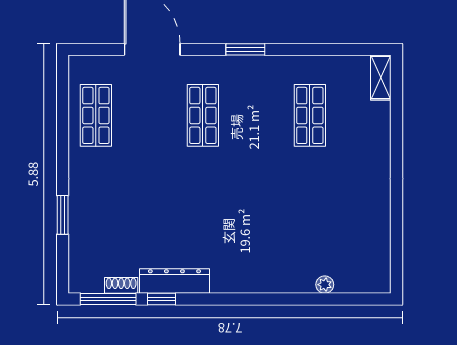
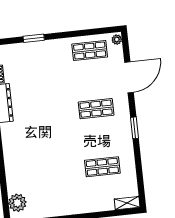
plant: (81, 64) -> (117, 40), added
plant: (325, 285) -> (17, 203), moved, width x1.88, depth x1.88

